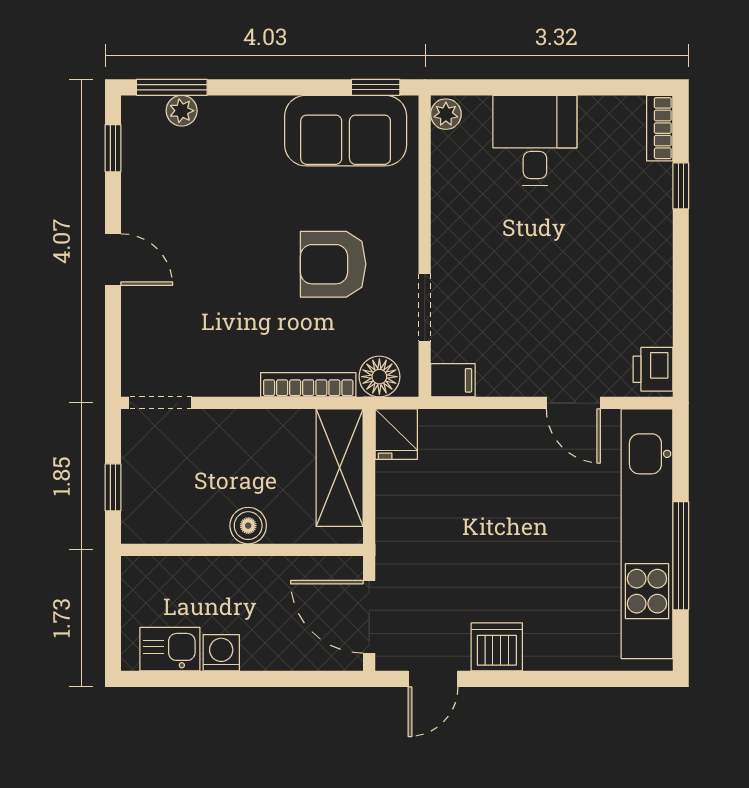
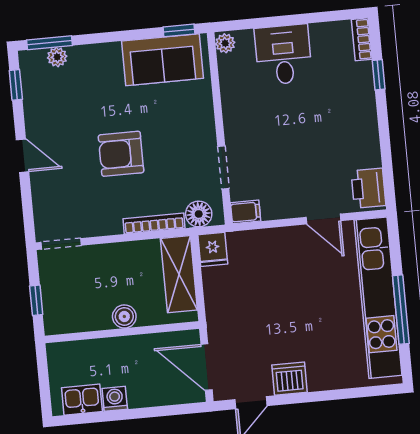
armchair: (333, 264) -> (121, 154), moved
printer: (653, 369) -> (368, 188), width x1.36, depth x1.24

